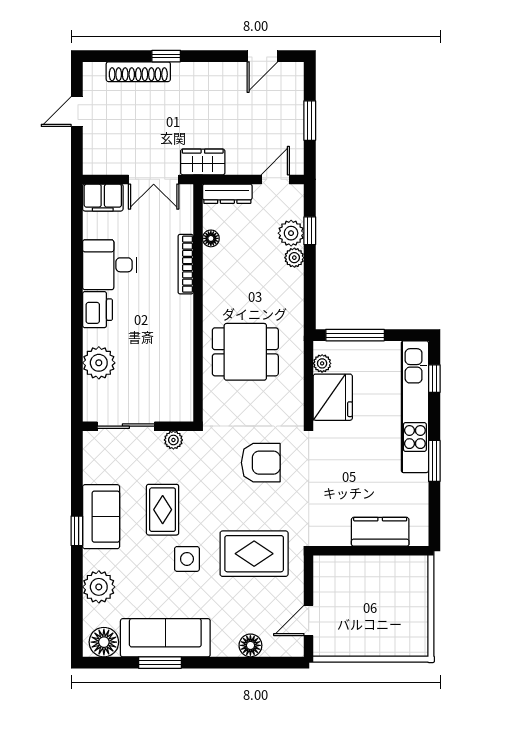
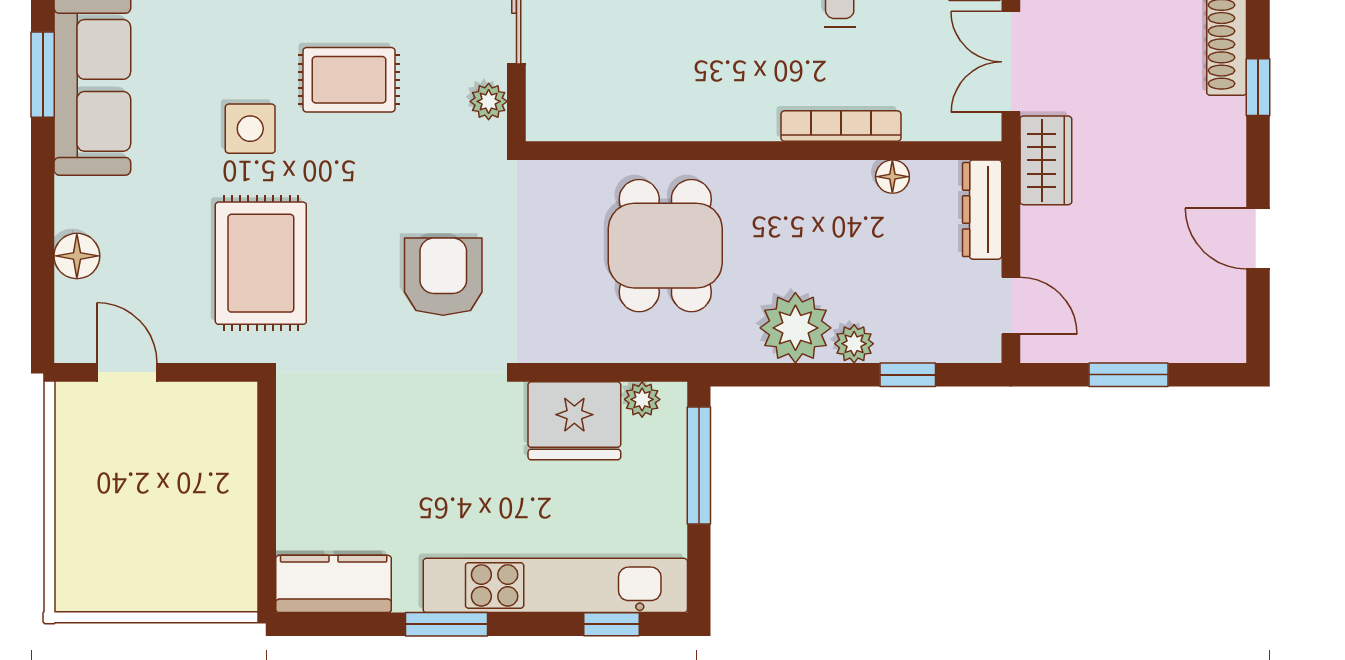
door: (262, 56) -> (1258, 239), moved
plant: (291, 233) -> (795, 328), moved, width x1.36, depth x1.36
armchair: (261, 463) -> (443, 277), turned 180
kitchen counter: (380, 532) -> (334, 584), moved, turned -90

